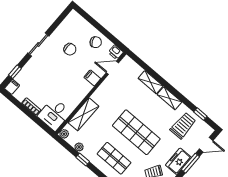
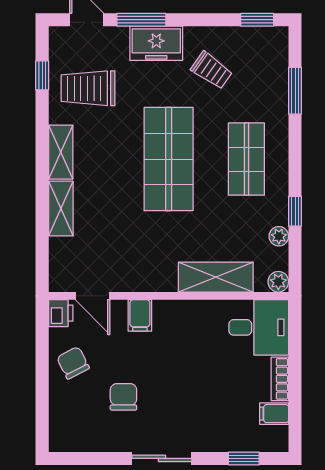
filing cabinet: (12, 87) -> (274, 414), moved

